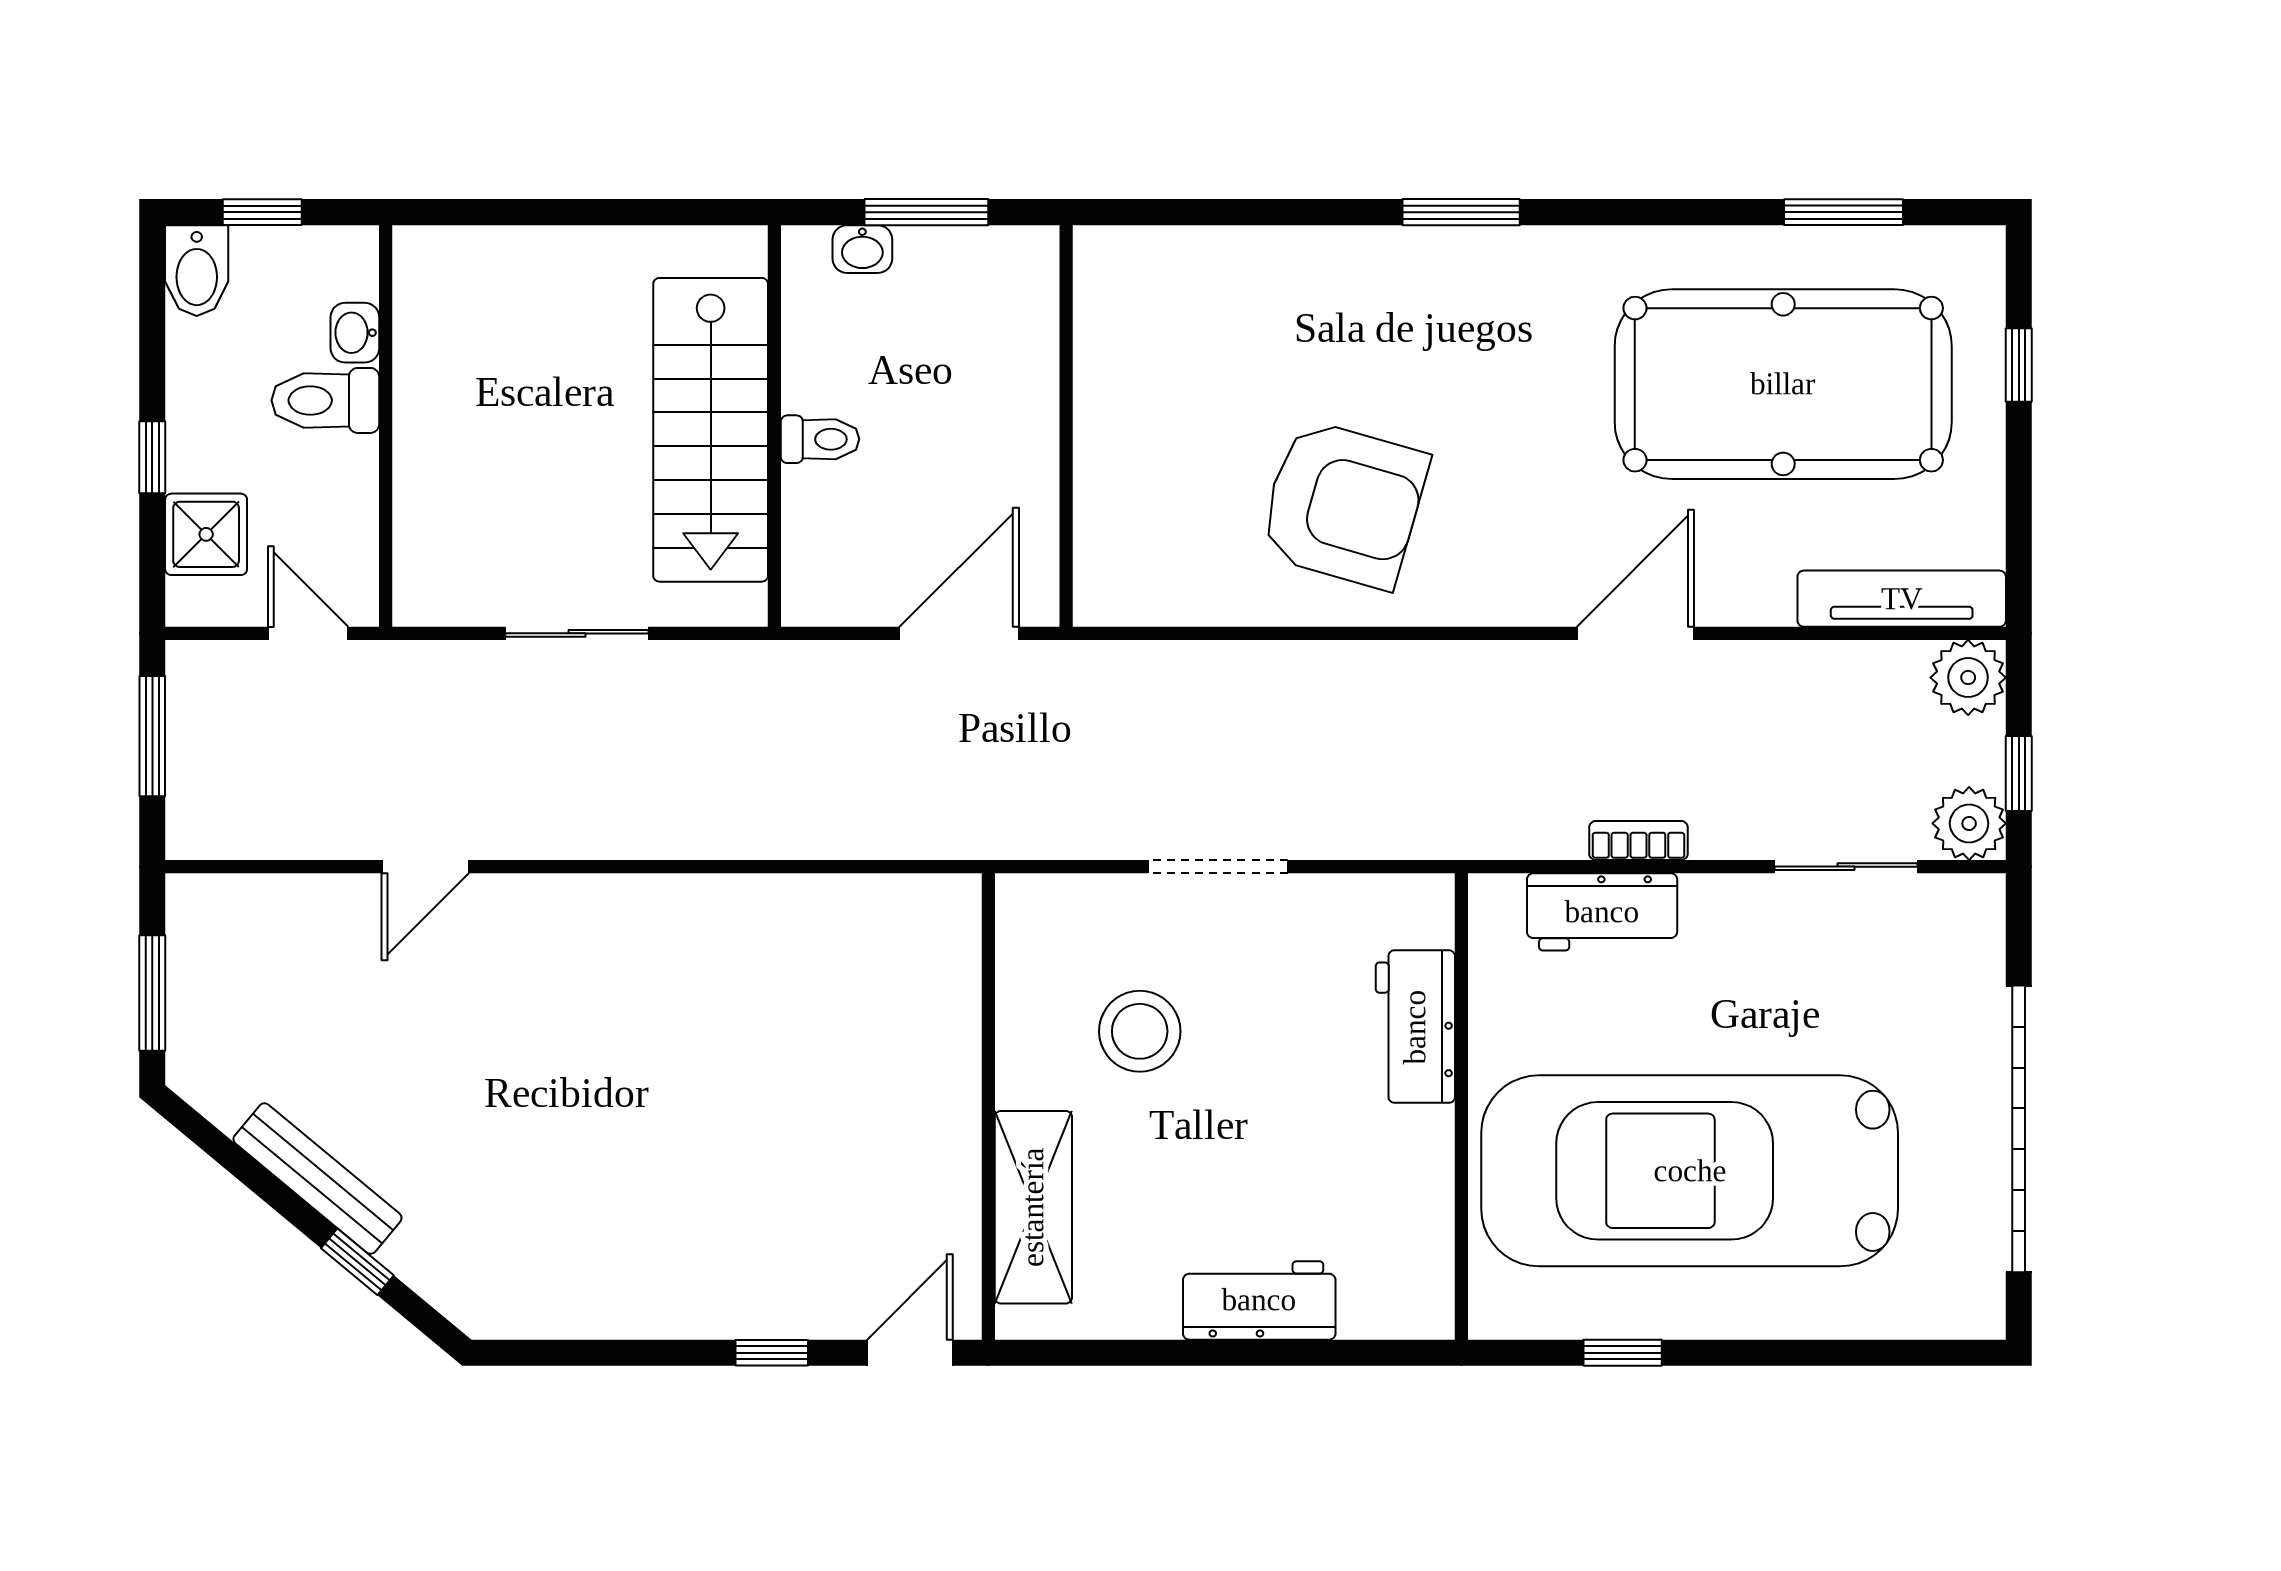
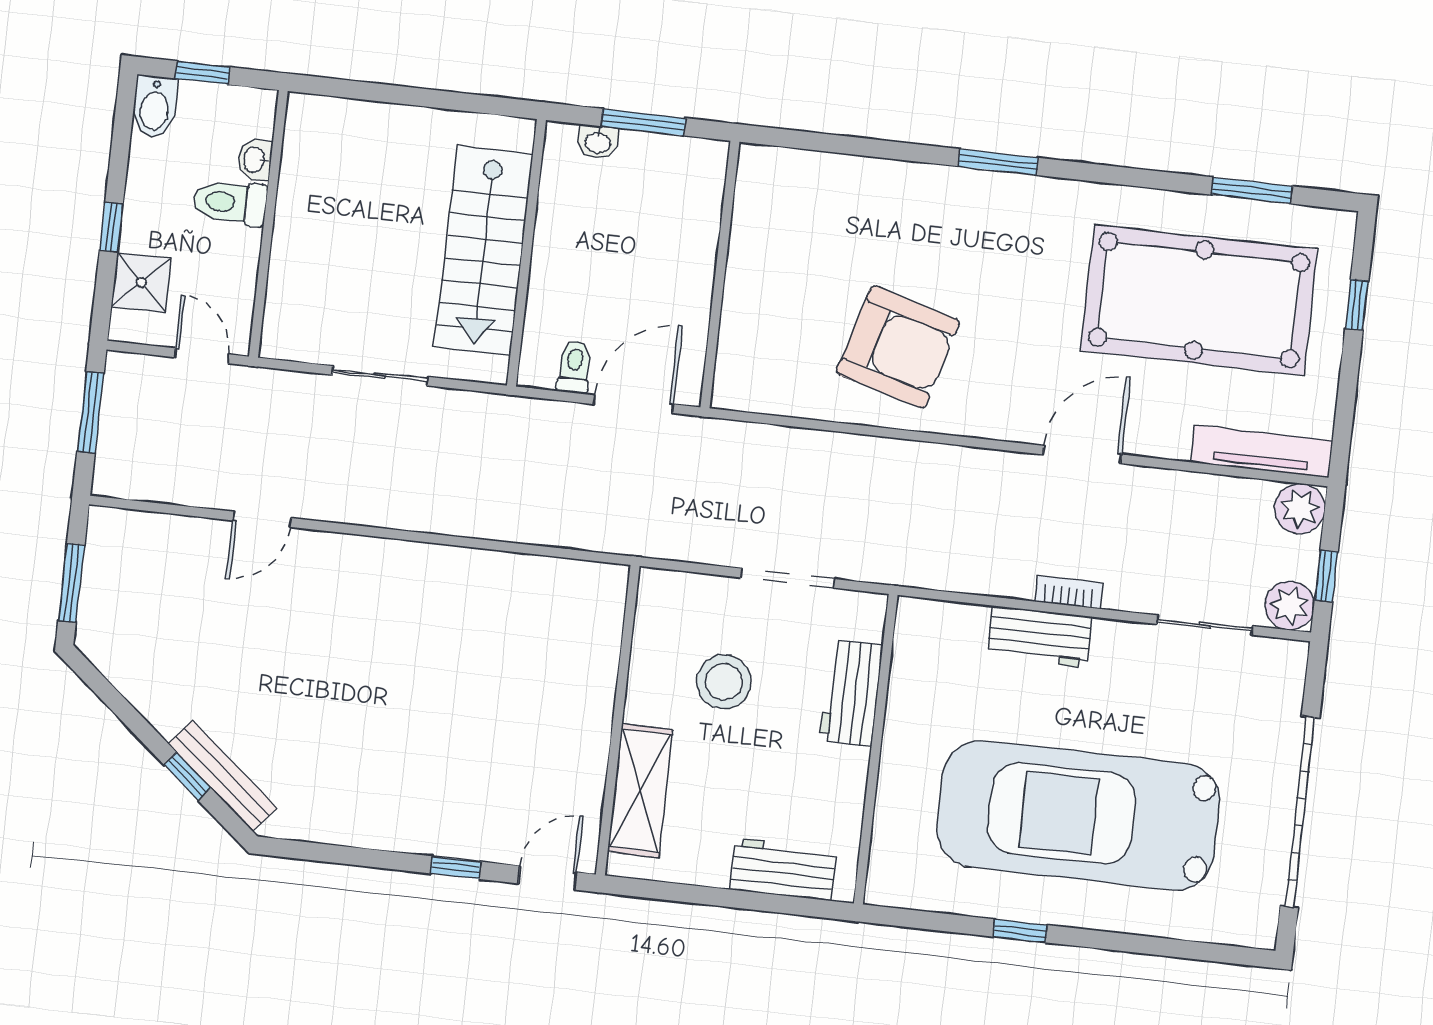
toilet: (820, 439) -> (574, 367), moved, turned -90
workbench: (1415, 1027) -> (851, 693), moved
wall: (1461, 1106) -> (876, 749), moved
bench: (317, 1179) -> (223, 776), moved

